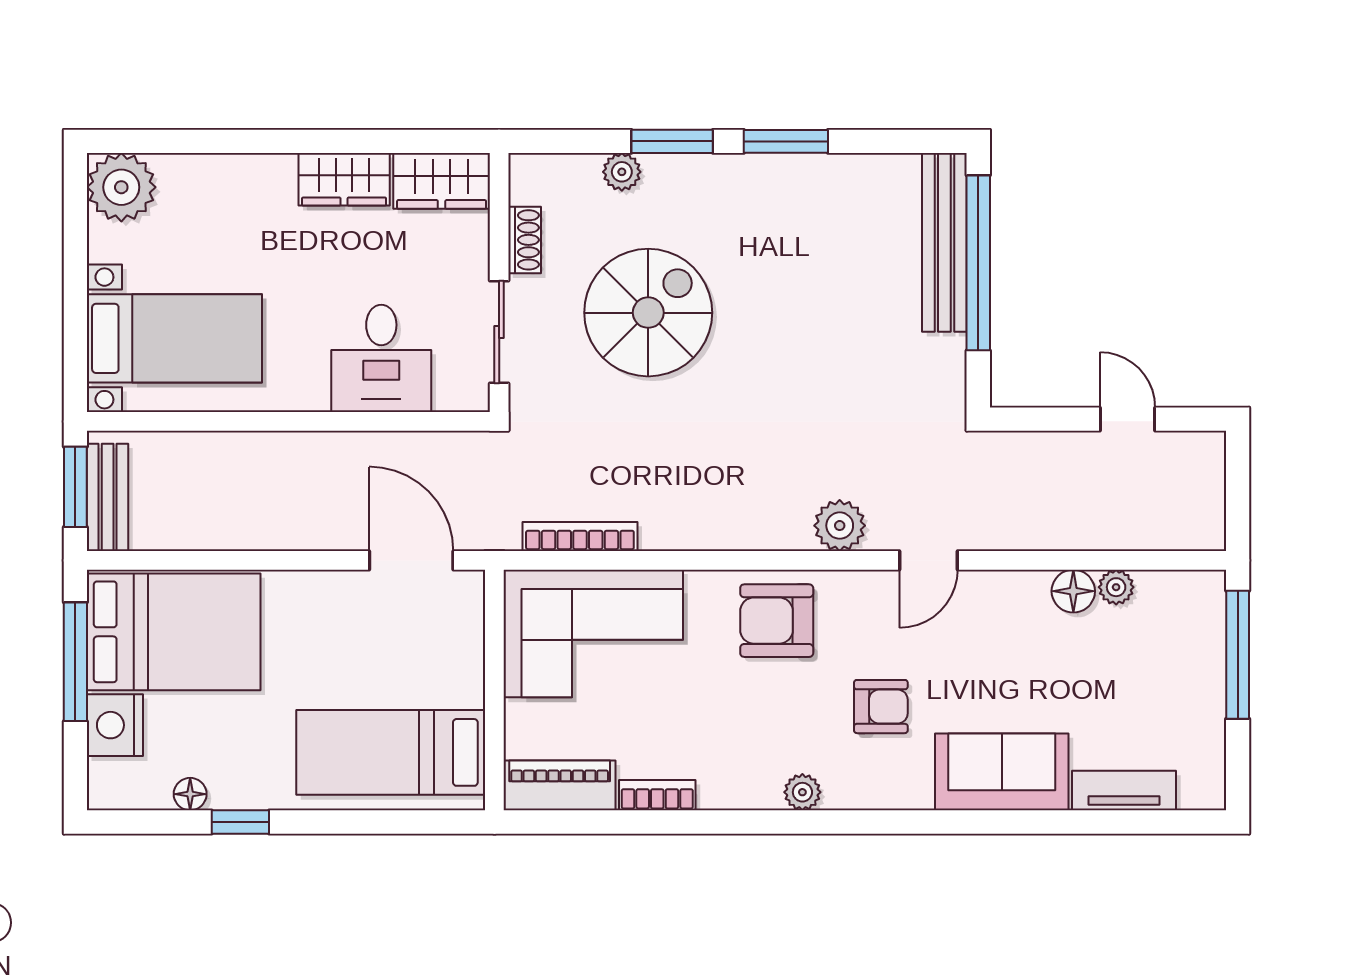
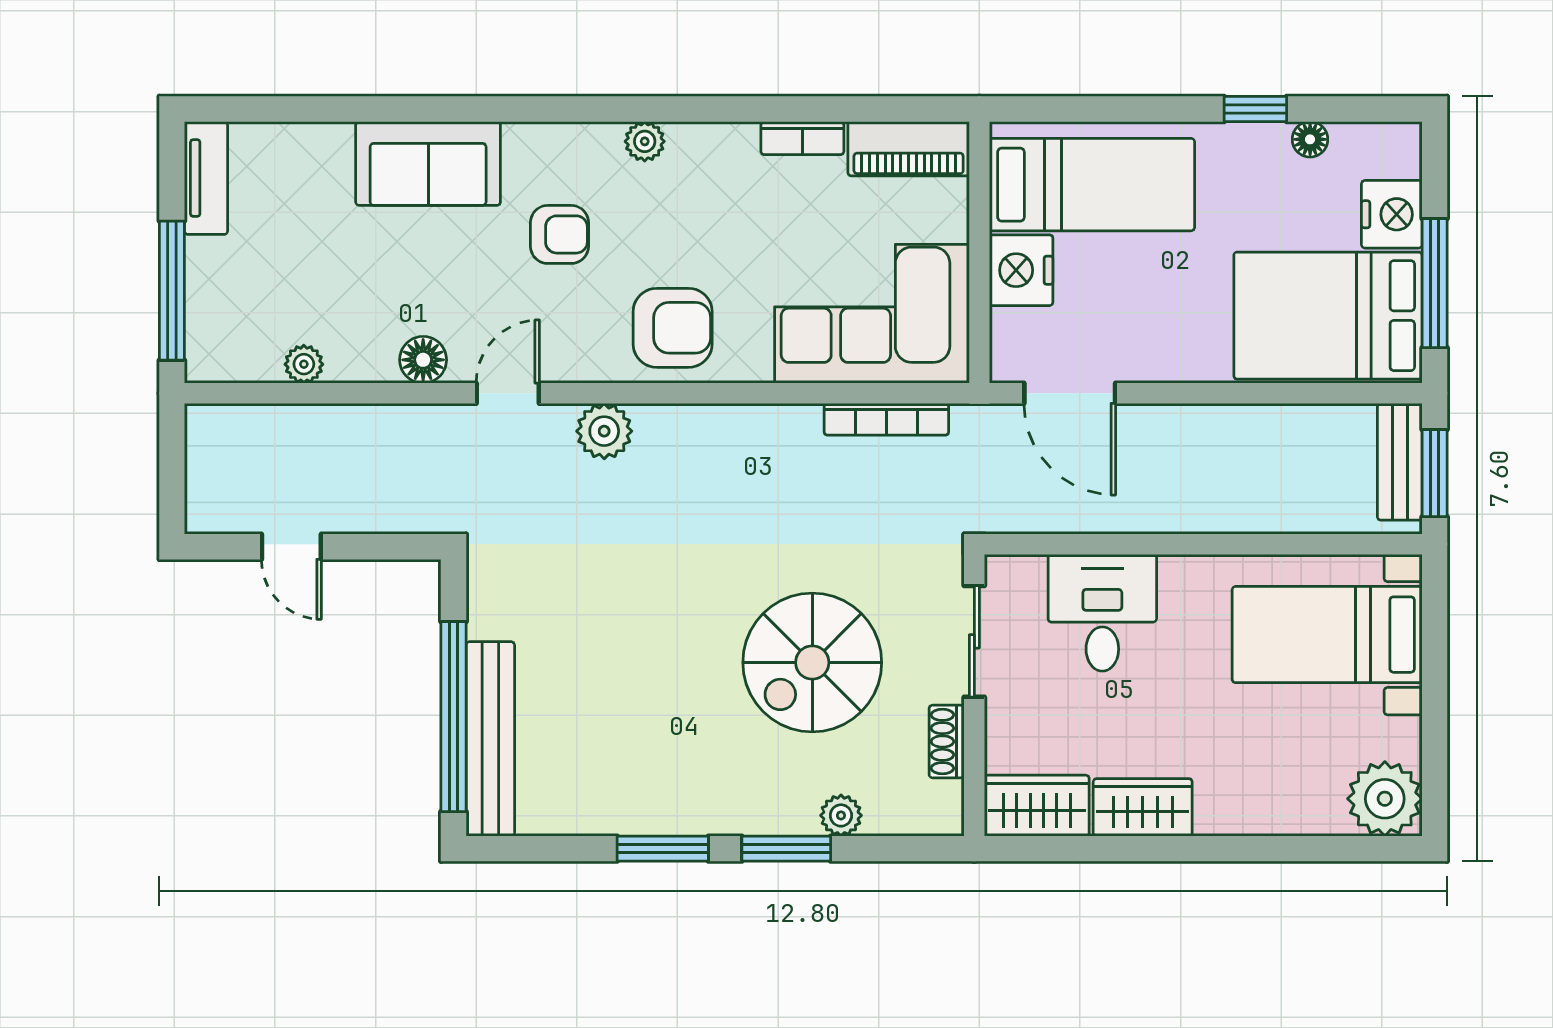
floor lamp: (1073, 591) -> (423, 360), moved
nightstand: (456, 674) -> (1021, 270), added
armchair: (881, 707) -> (559, 234), turned 180
tv unit: (1124, 791) -> (206, 178), moved, turned -90

